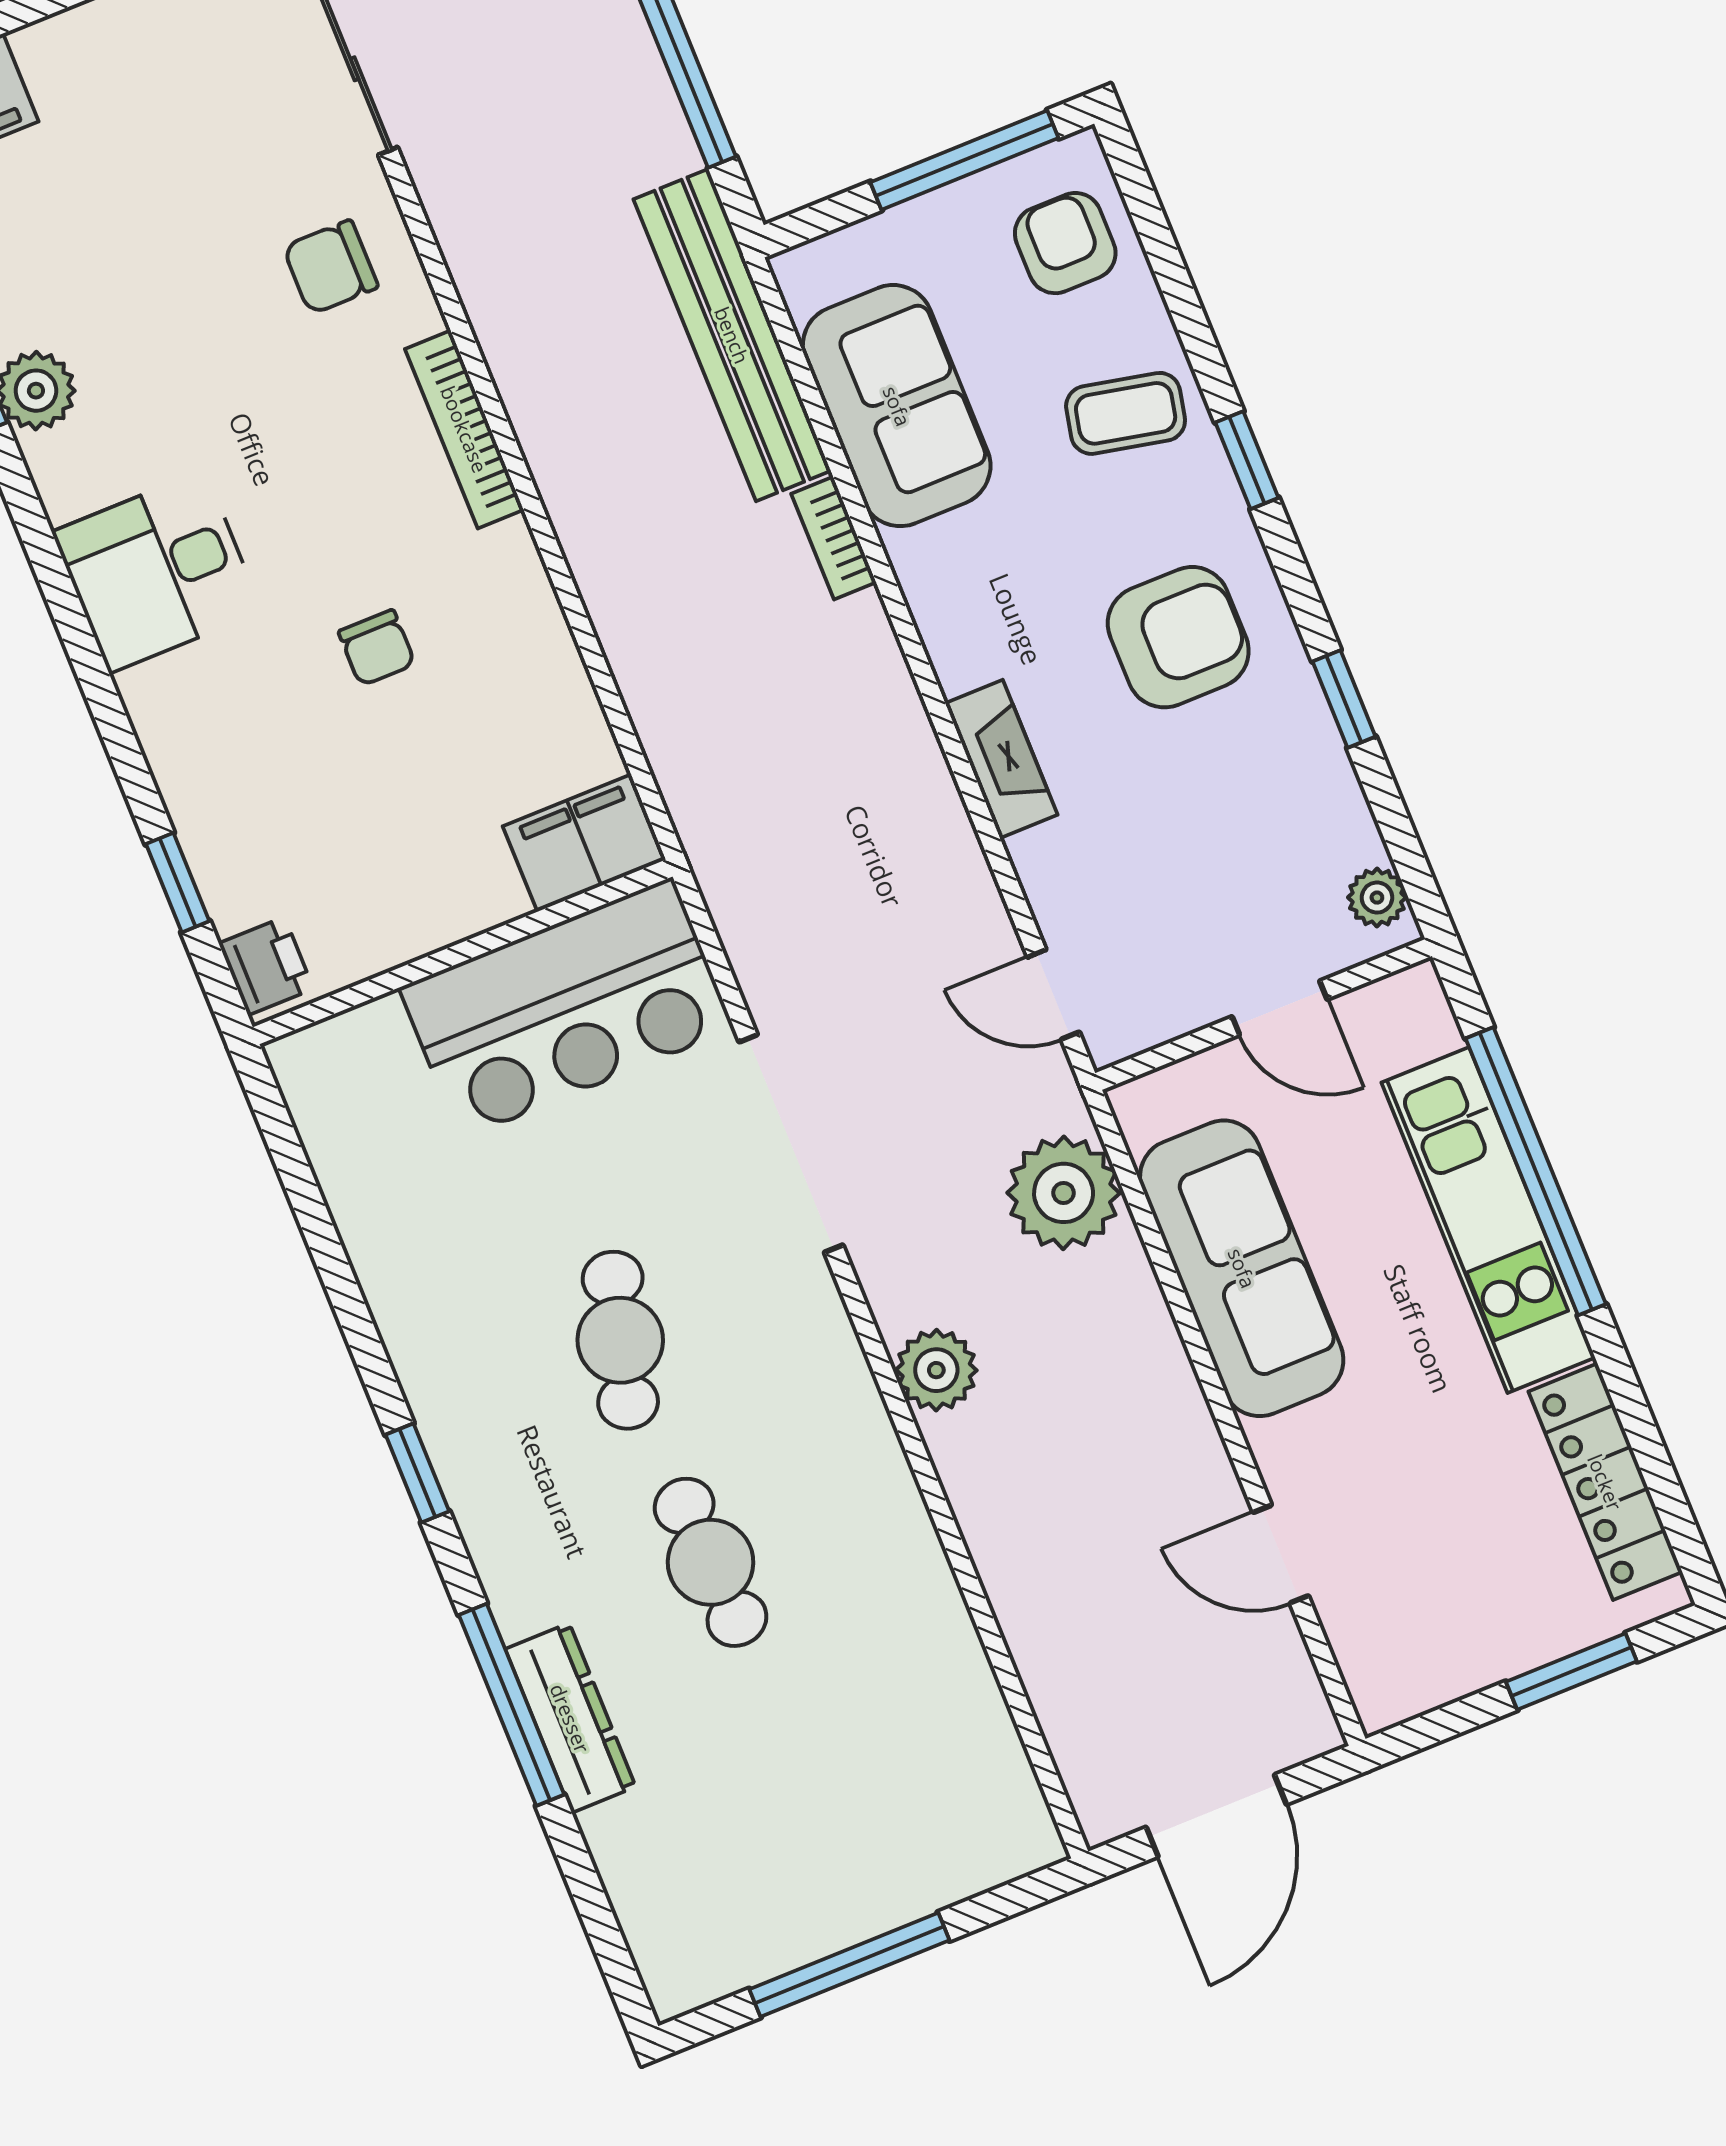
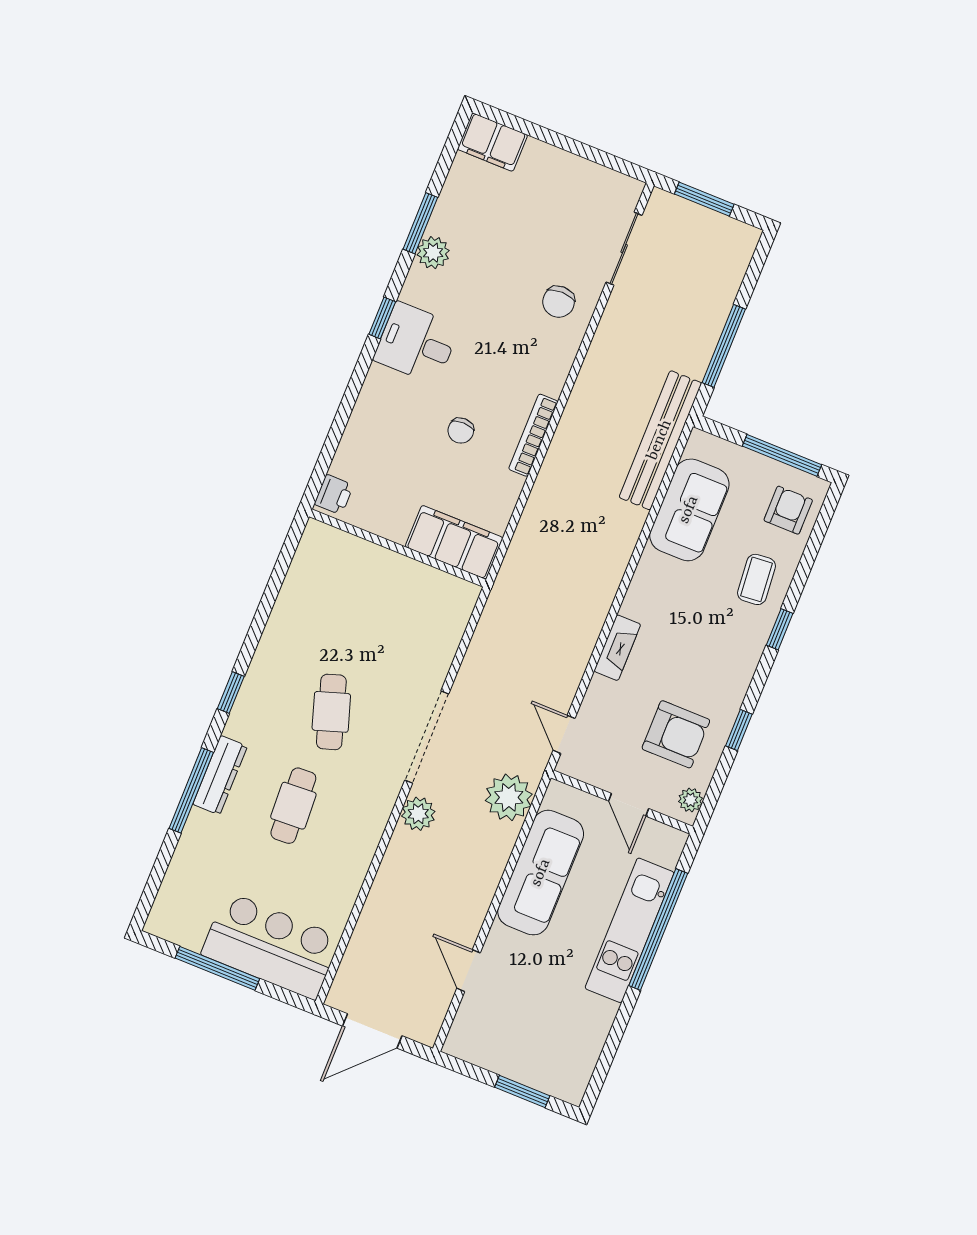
chair: (331, 267) -> (559, 302), turned -90
coffee table: (1126, 413) -> (756, 579), turned 73
bookcase: (464, 429) -> (533, 435), moved
bookcase: (834, 538) -> (632, 532), removed
armchair: (1178, 637) -> (676, 734), moved
filing cabinet: (584, 843) -> (454, 542), width x1.50, depth x1.17
window: (178, 883) -> (382, 318), moved
bar counter: (566, 1008) -> (271, 946), moved, turned 180
doorway: (791, 1143) -> (427, 737), moved
cafe table: (620, 1340) -> (331, 712), turned -33
locker: (1605, 1482) -> (588, 1044), removed
dresser: (570, 1718) -> (220, 775), moved

